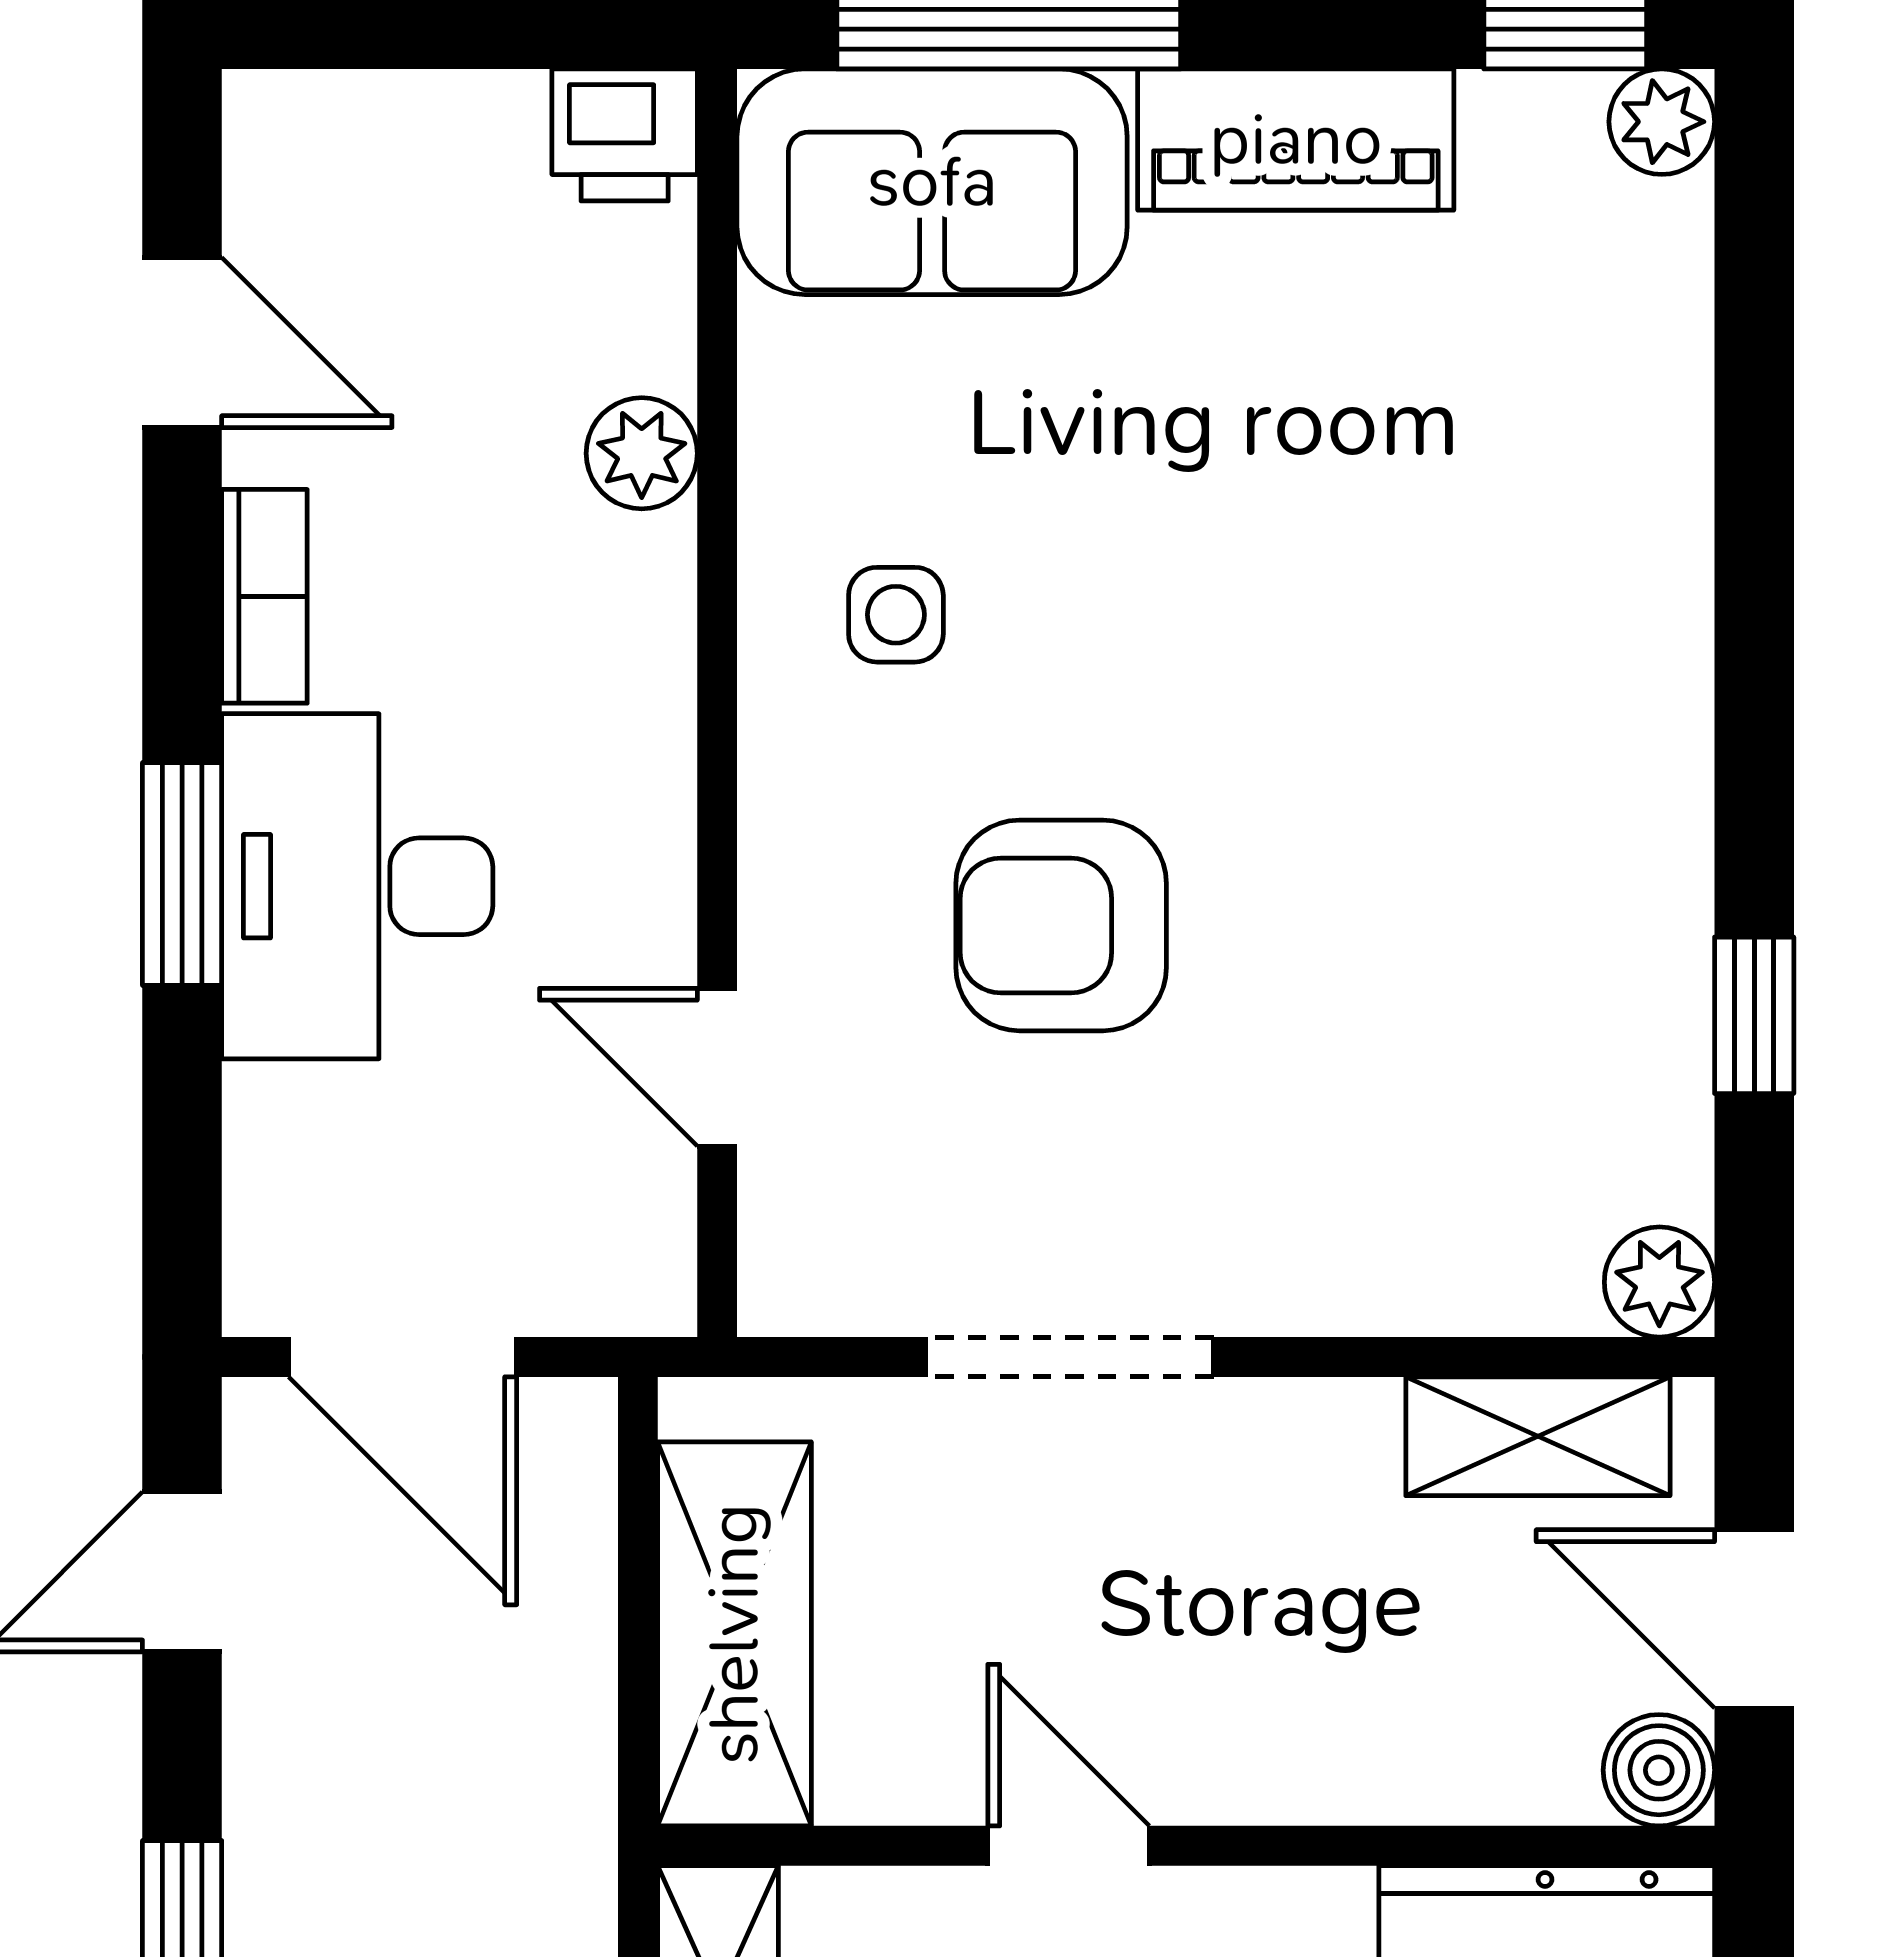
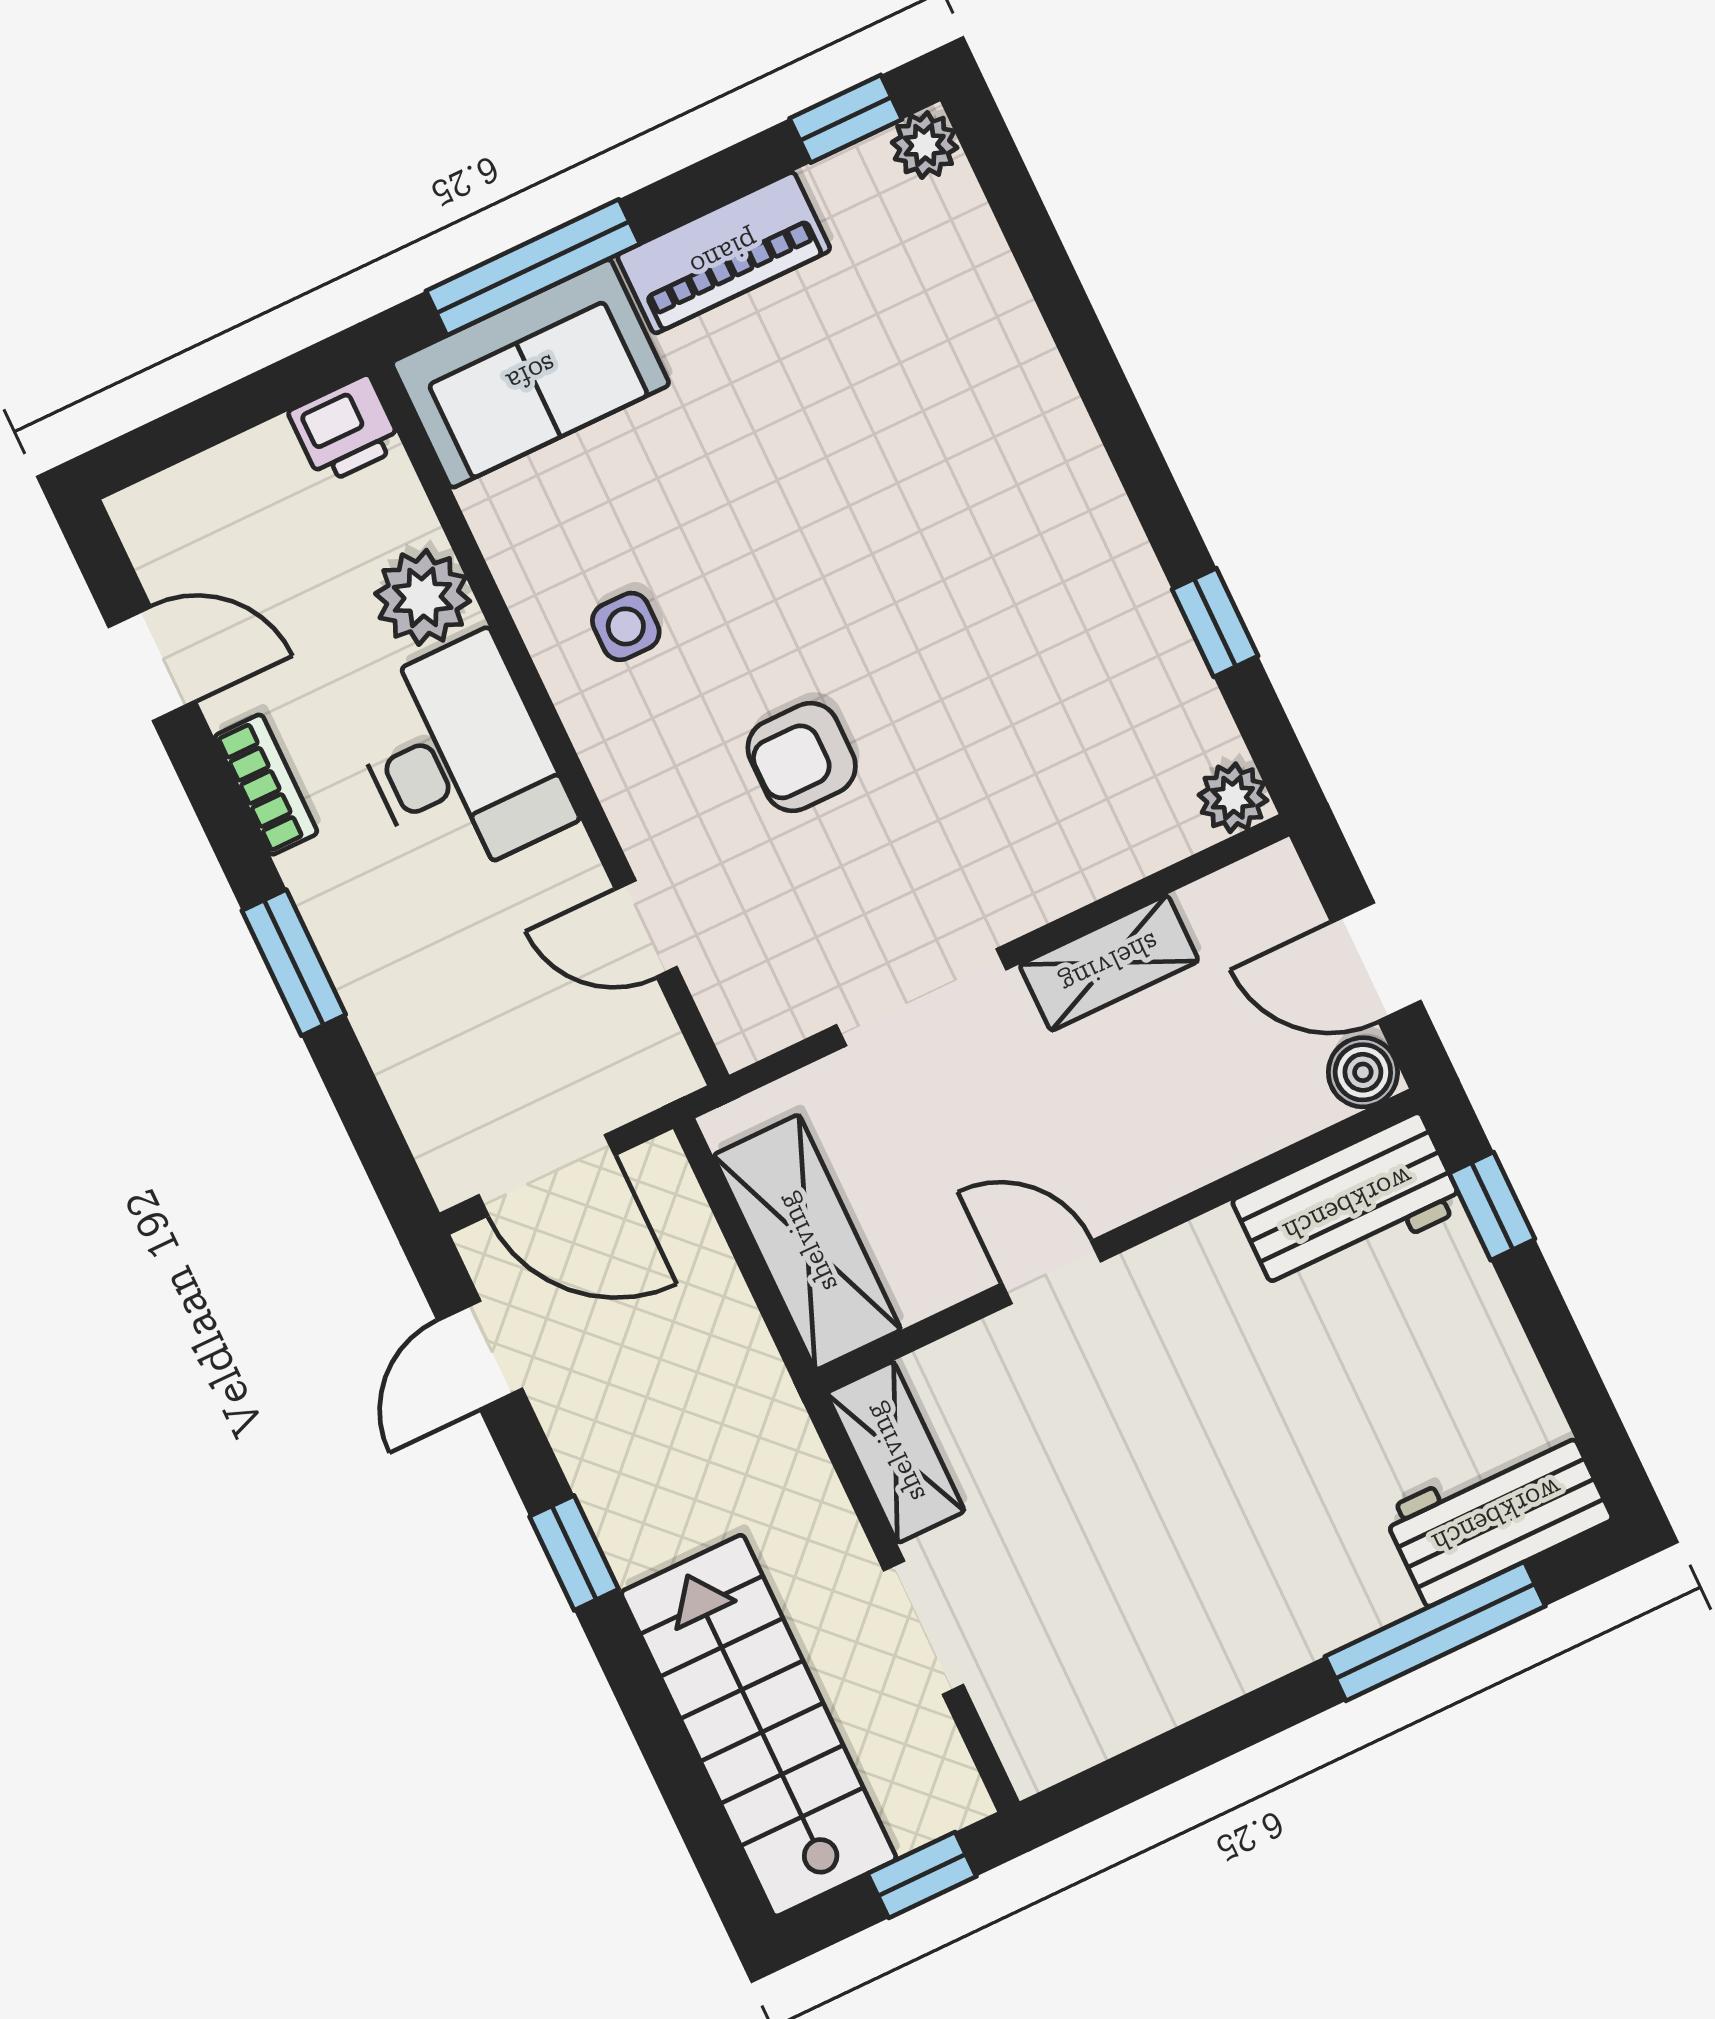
plant: (642, 453) -> (423, 597), width x1.38, depth x1.38
desk: (357, 886) -> (459, 759), moved, turned 180
armchair: (1061, 925) -> (802, 757), width x0.72, depth x0.72
shelving: (1538, 1436) -> (1109, 963), moved

